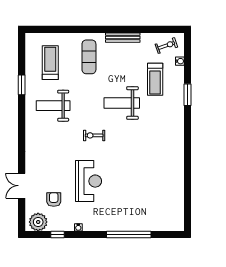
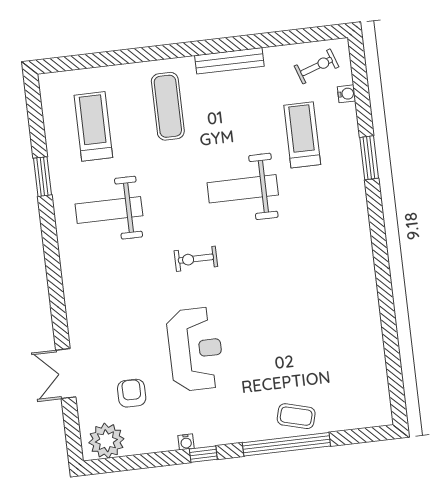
treadmill: (155, 79) -> (302, 135), turned 180
coffee table: (135, 221) -> (296, 416), added
window: (57, 235) -> (203, 454), moved

